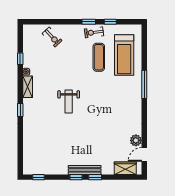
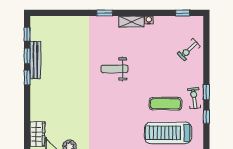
window: (20, 59) -> (183, 13), moved
bench: (85, 170) -> (35, 60), moved
window: (95, 177) -> (27, 56), moved

